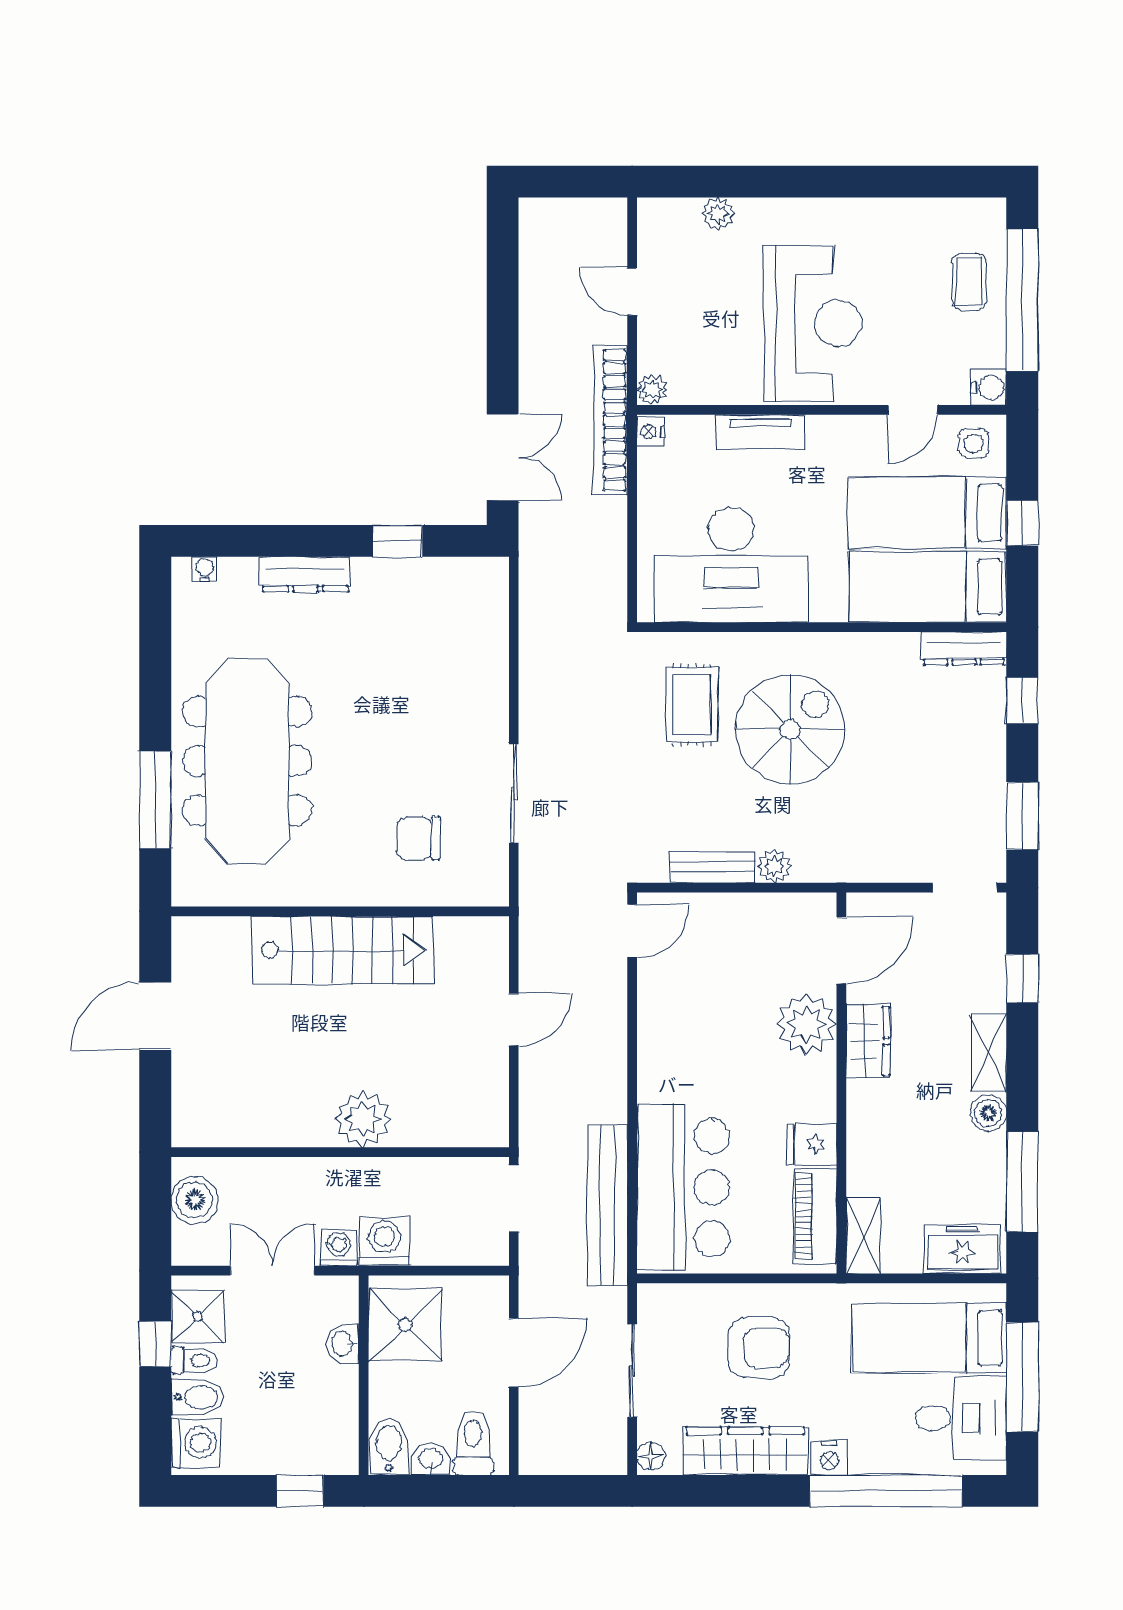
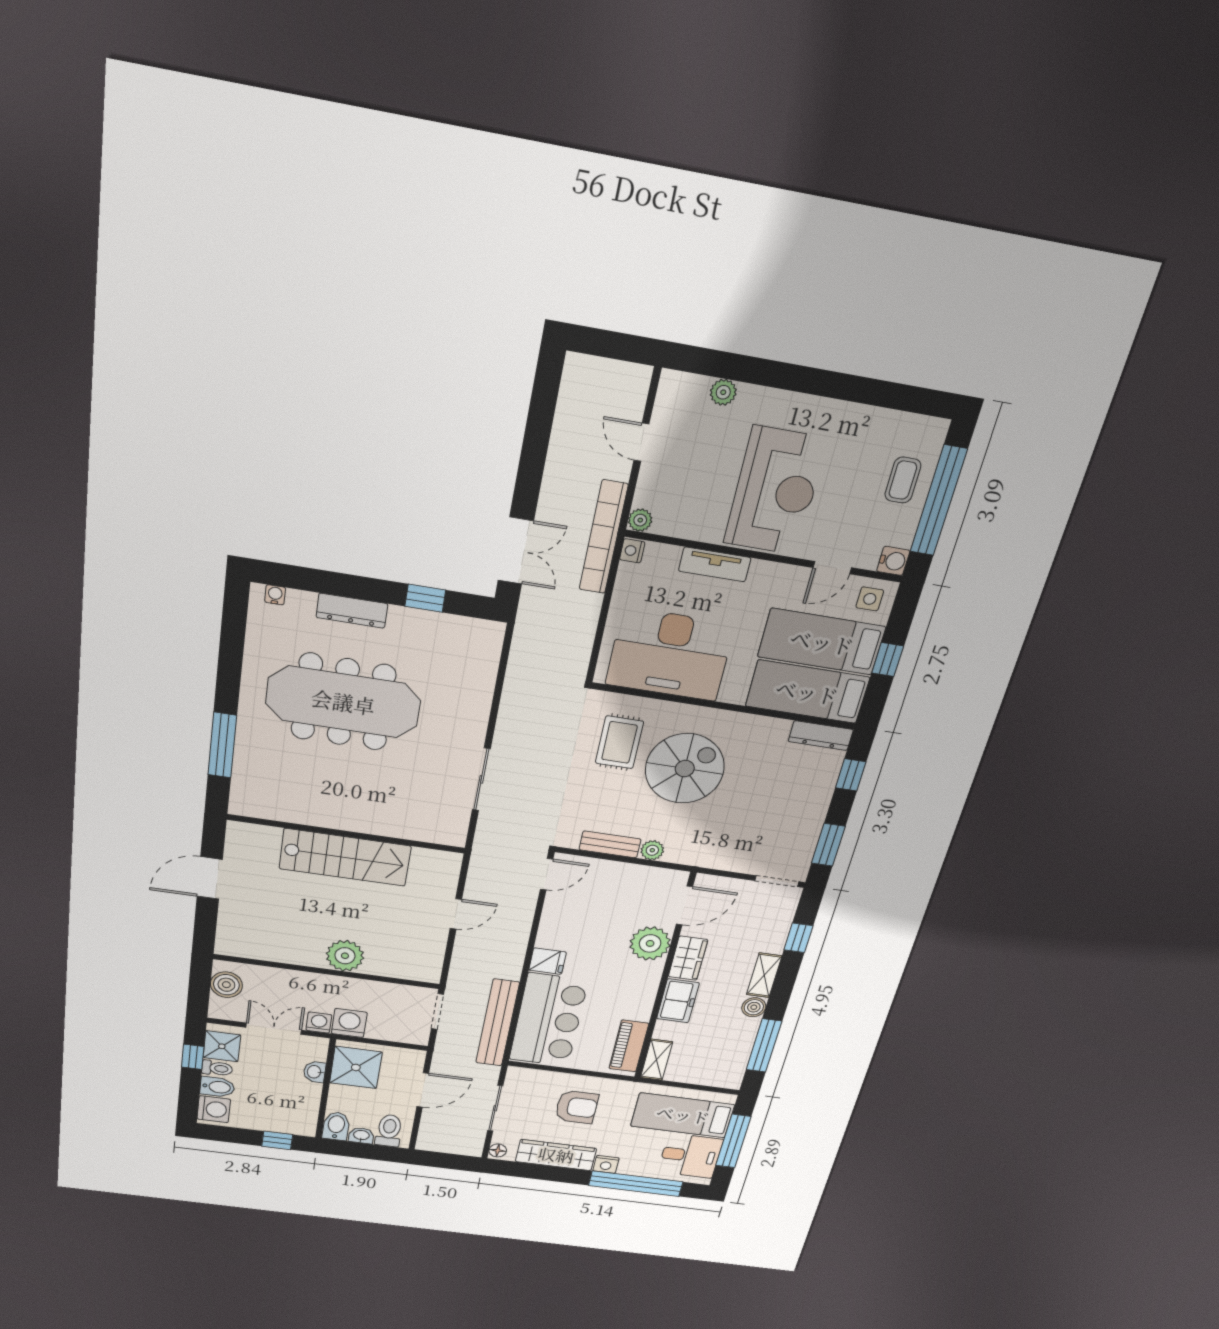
meeting table: (247, 761) -> (343, 702), moved, turned 90
chair: (418, 838) -> (409, 798), removed
fridge: (812, 1144) -> (548, 961), moved, turned 180
freezer: (962, 1249) -> (678, 1001), moved, turned 90

